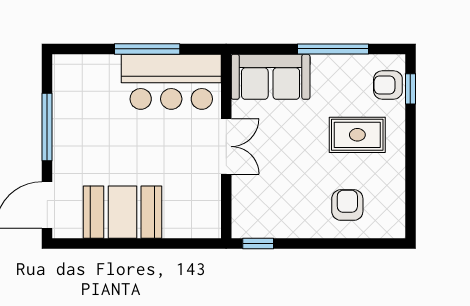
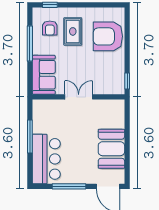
bar counter: (171, 82) -> (46, 159), moved
armchair: (388, 85) -> (50, 28), moved
armchair: (347, 205) -> (108, 36), width x1.88, depth x1.88

